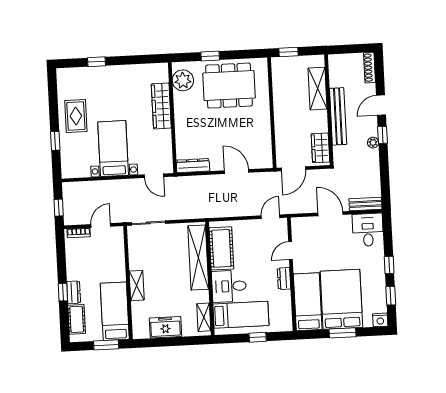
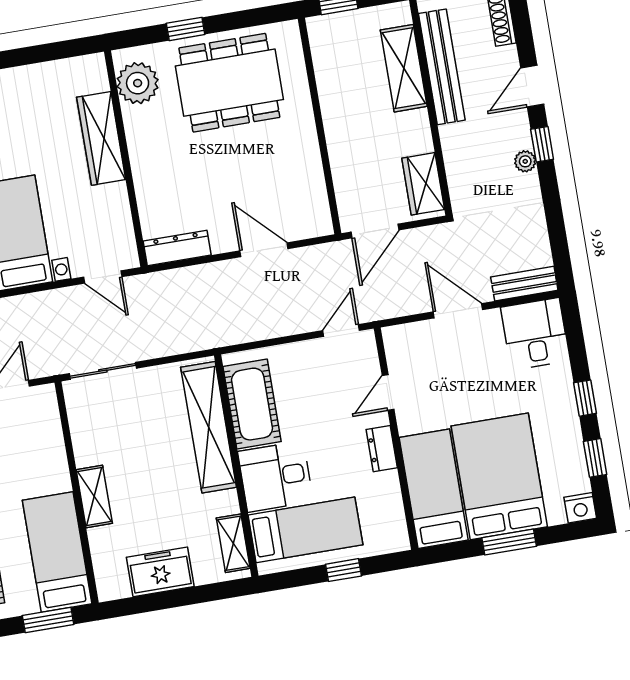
bench: (338, 116) -> (442, 67), moved

